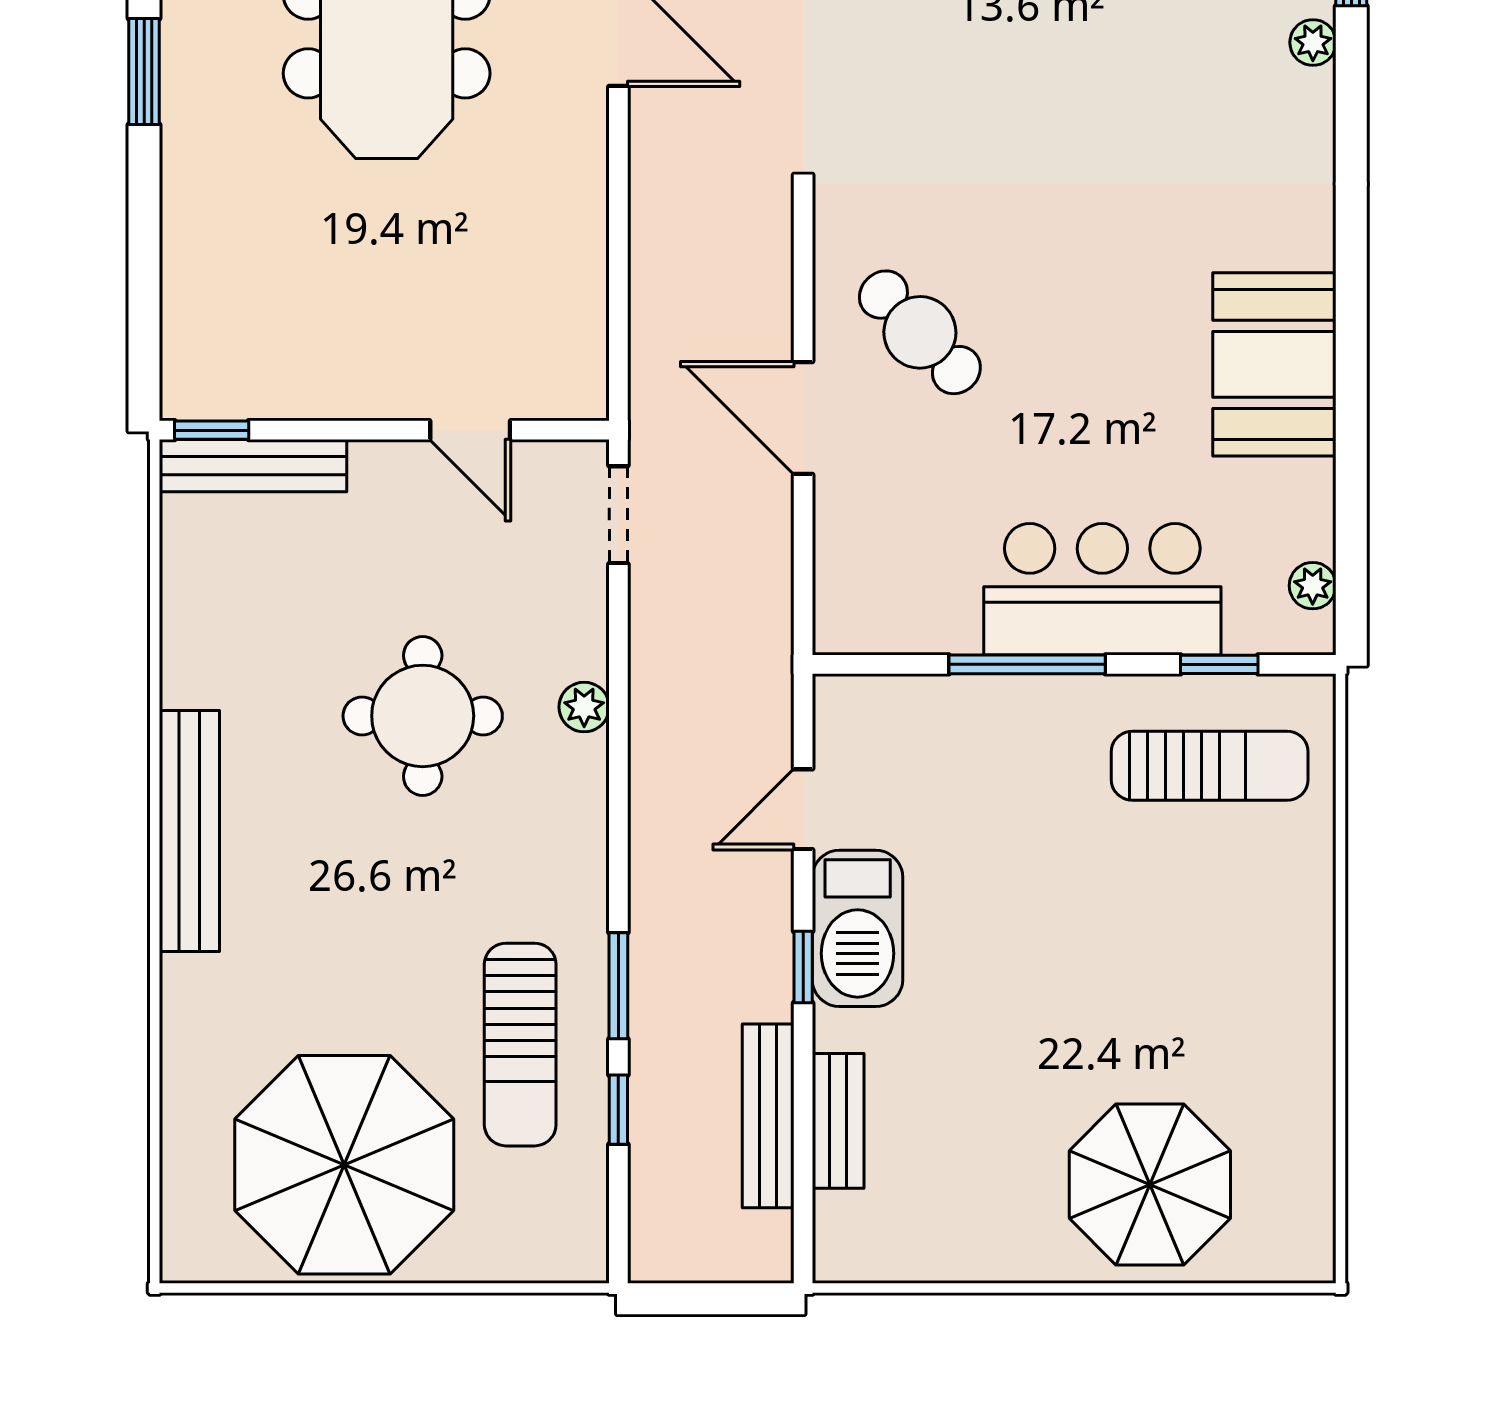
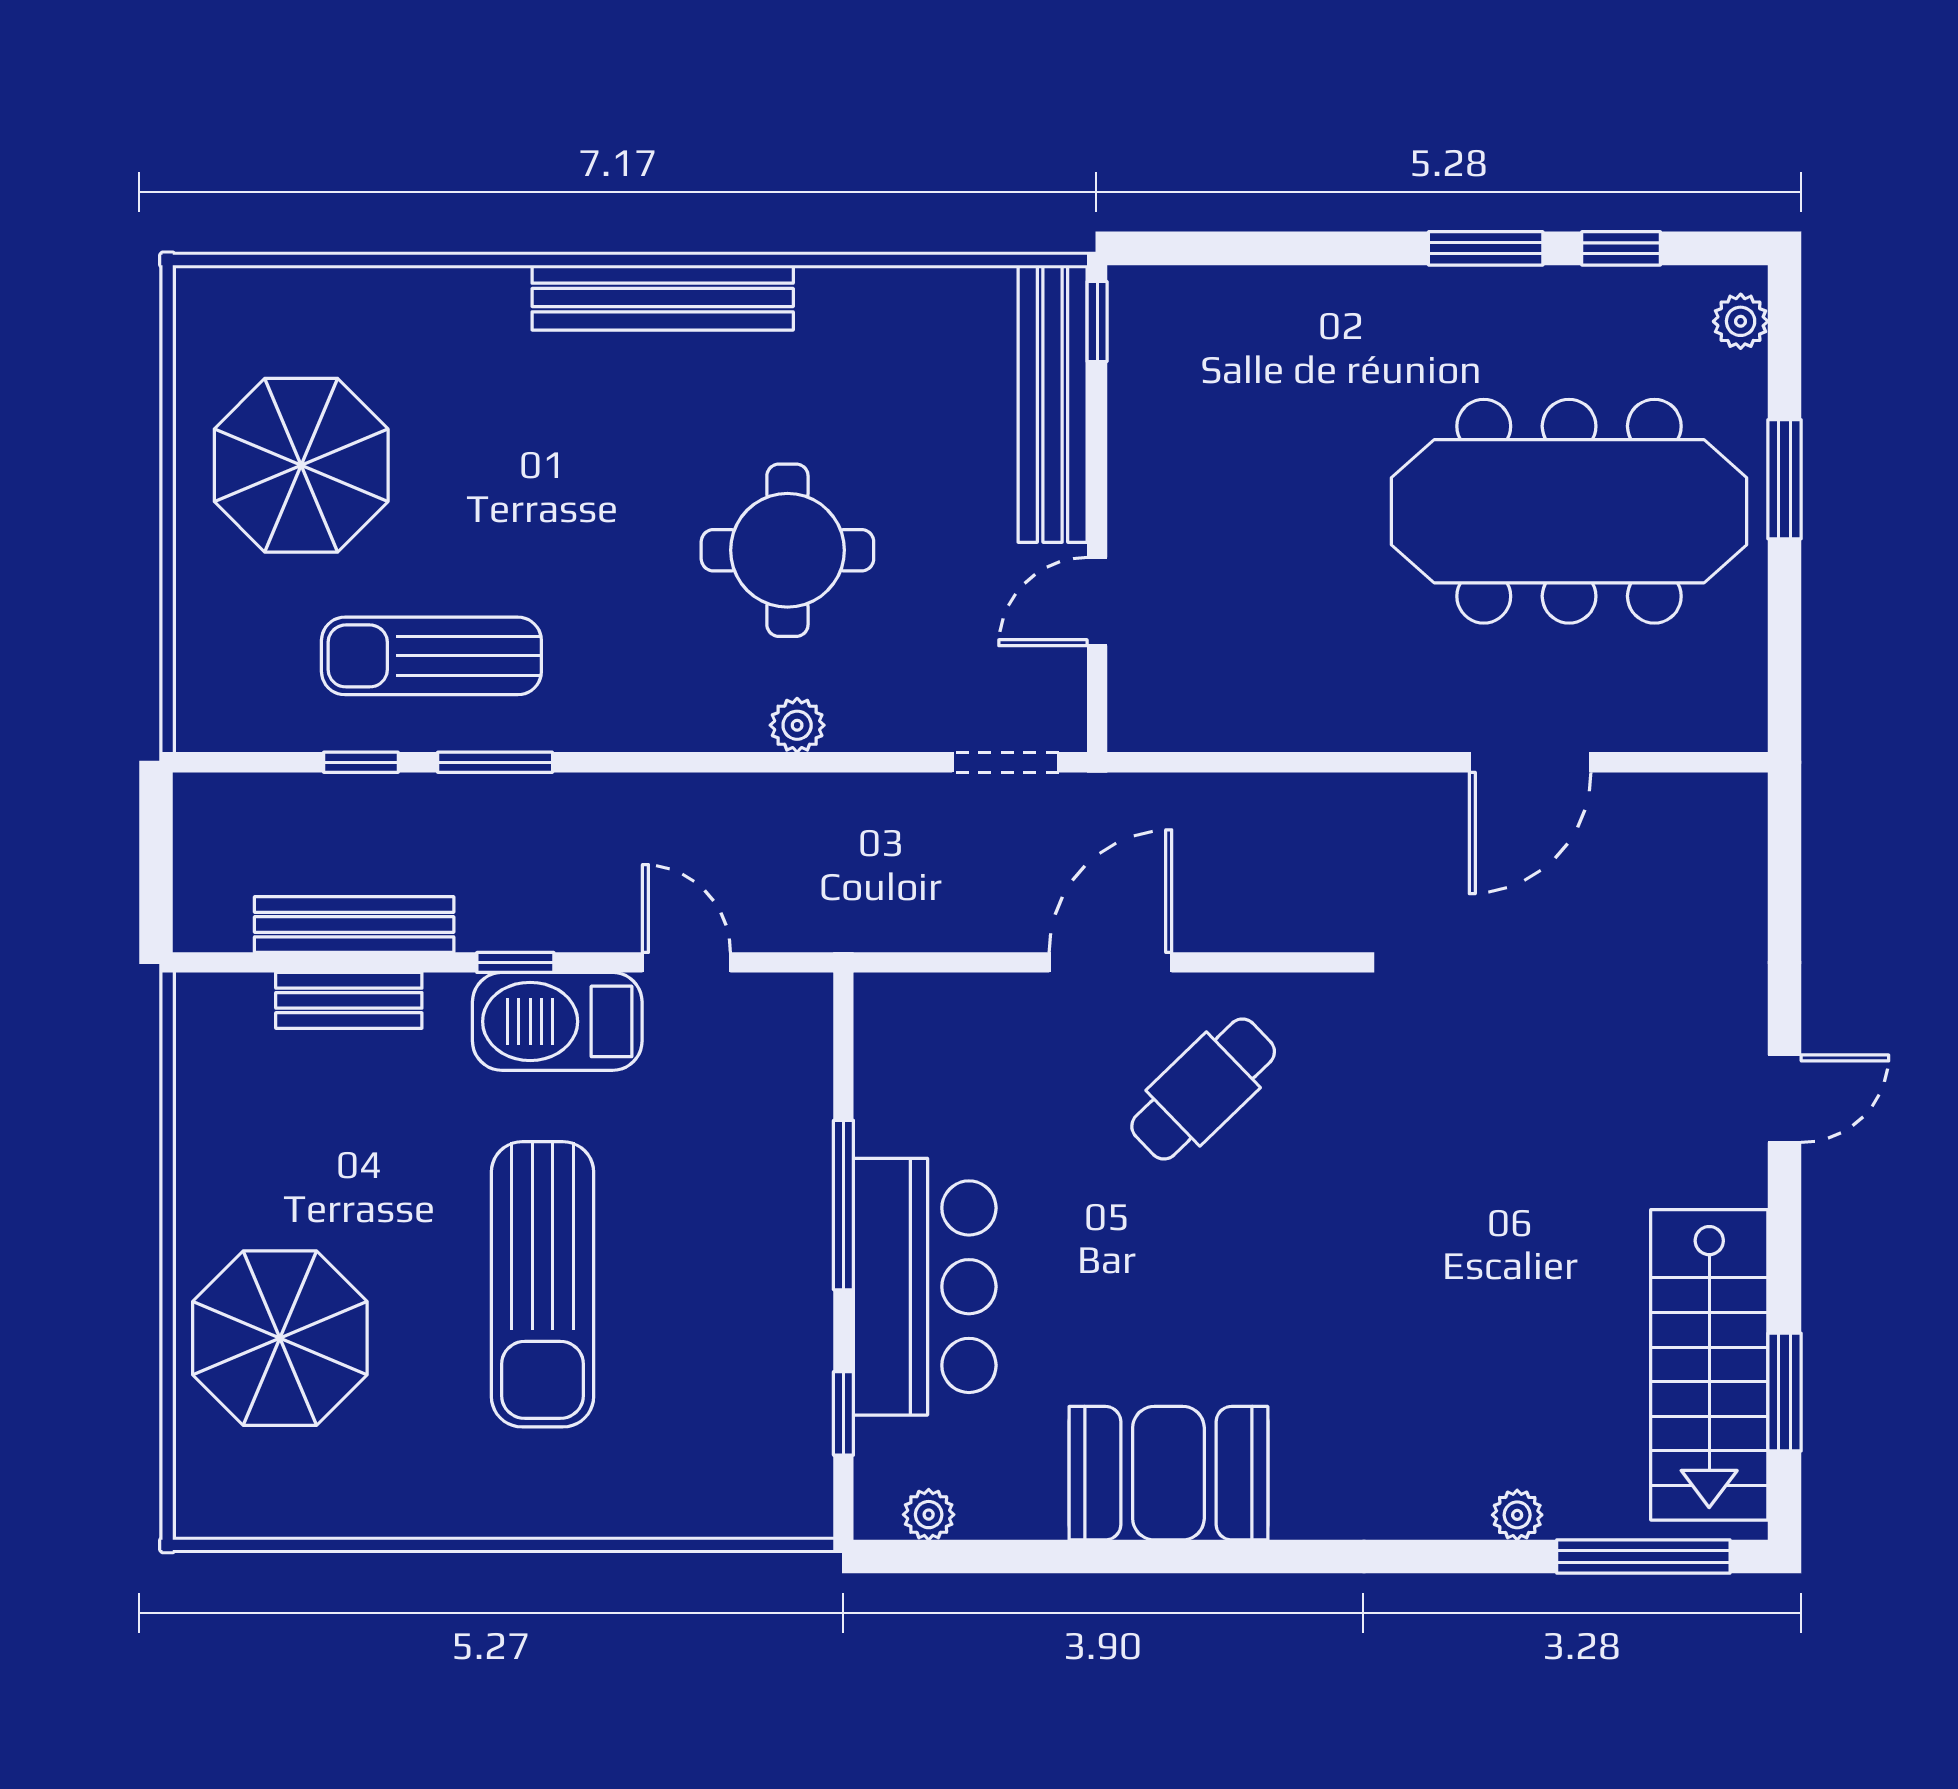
bench: (253, 466) -> (1053, 404), width x1.37, depth x1.21
sun lounger: (1210, 766) -> (543, 1284), moved, width x1.36, depth x1.34
parasol: (344, 1165) -> (301, 465), width x0.73, depth x0.73

